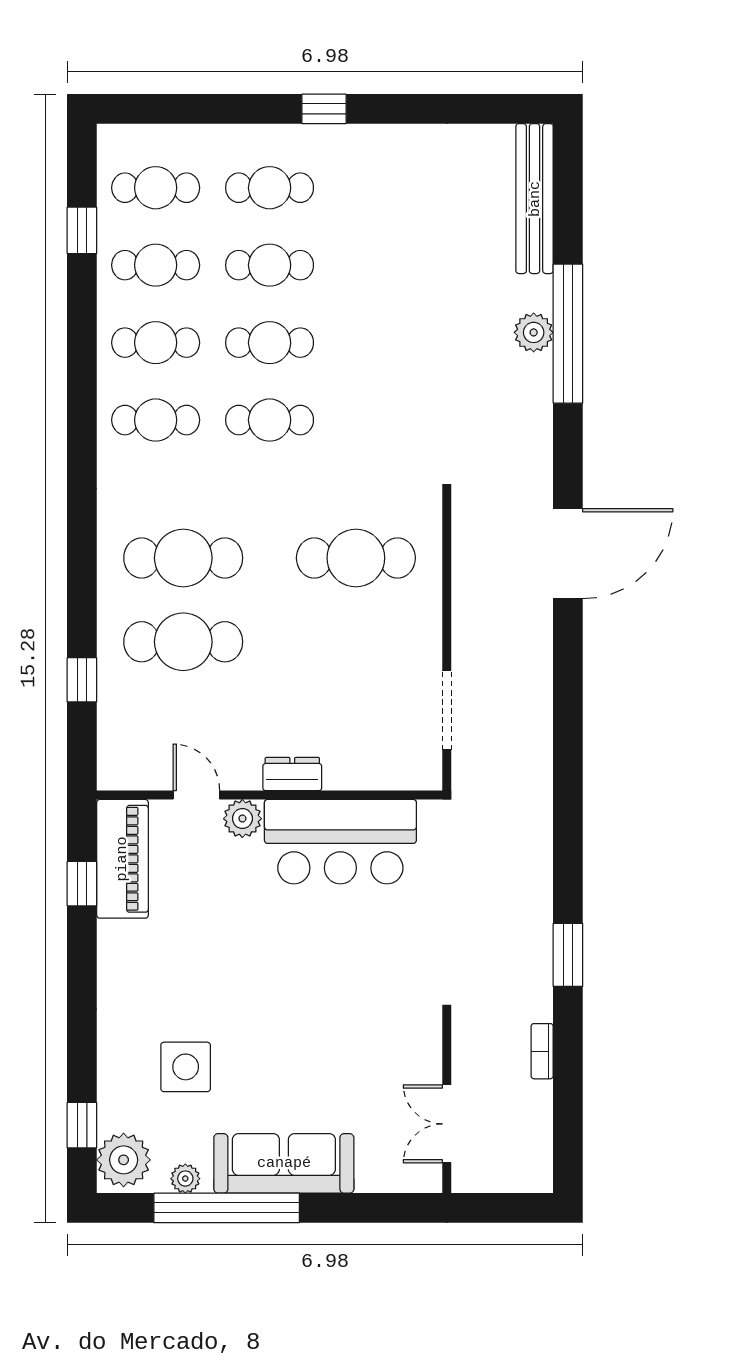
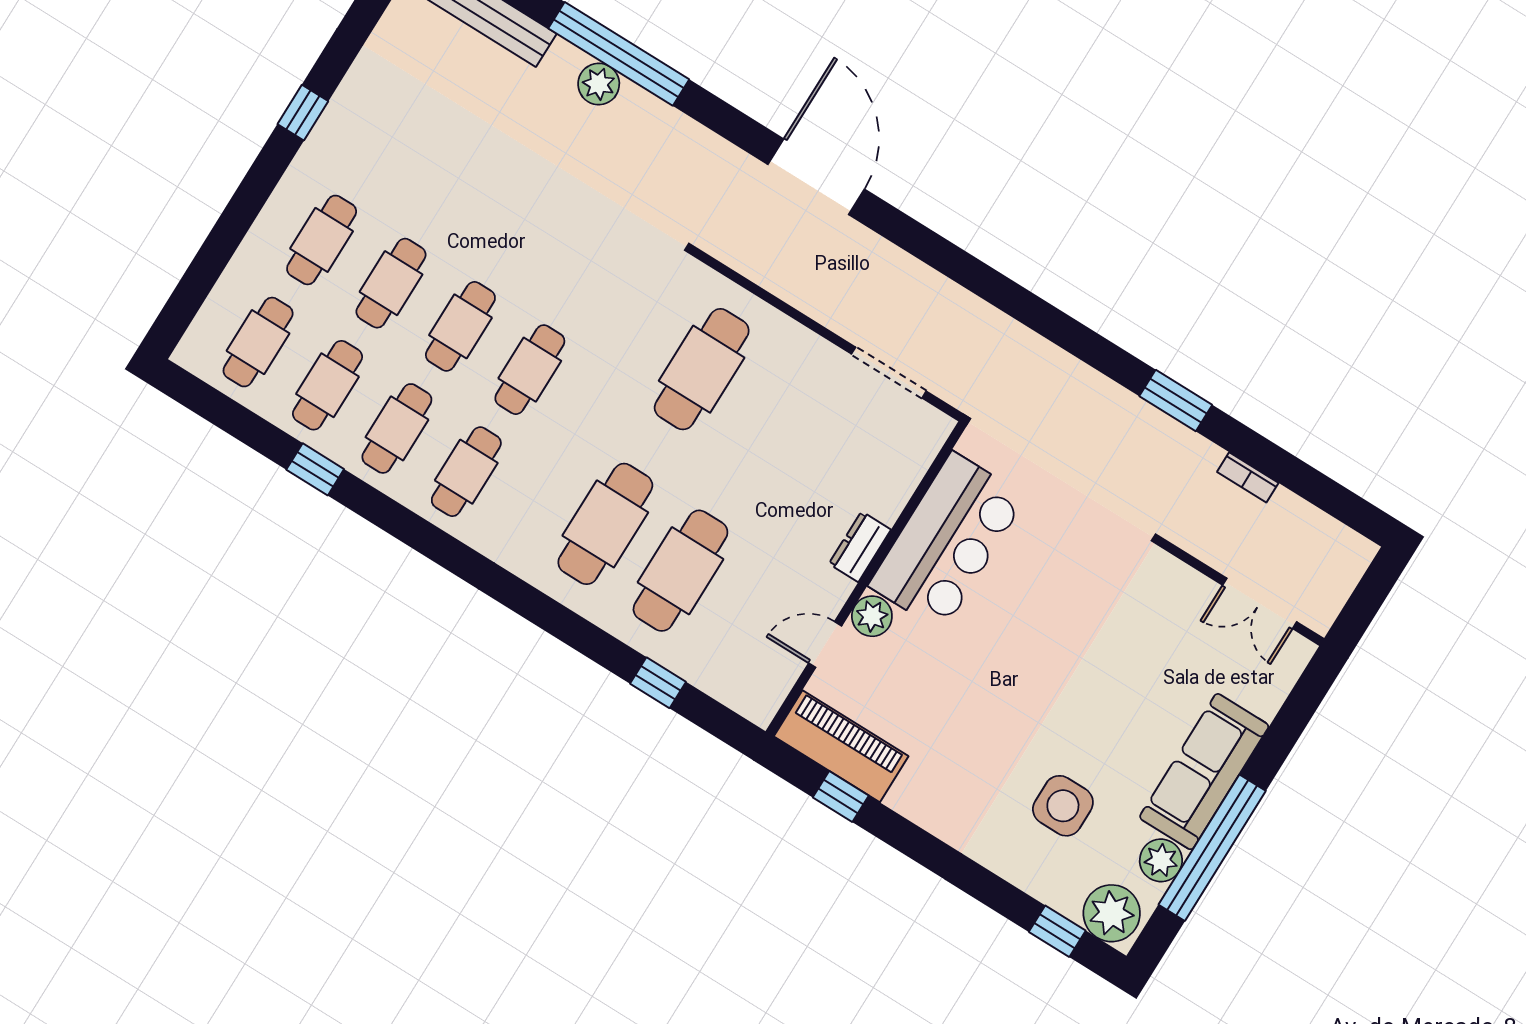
window: (324, 109) -> (303, 113), moved
window: (82, 230) -> (315, 469), moved
plant: (185, 1179) -> (1161, 860), width x1.38, depth x1.38

